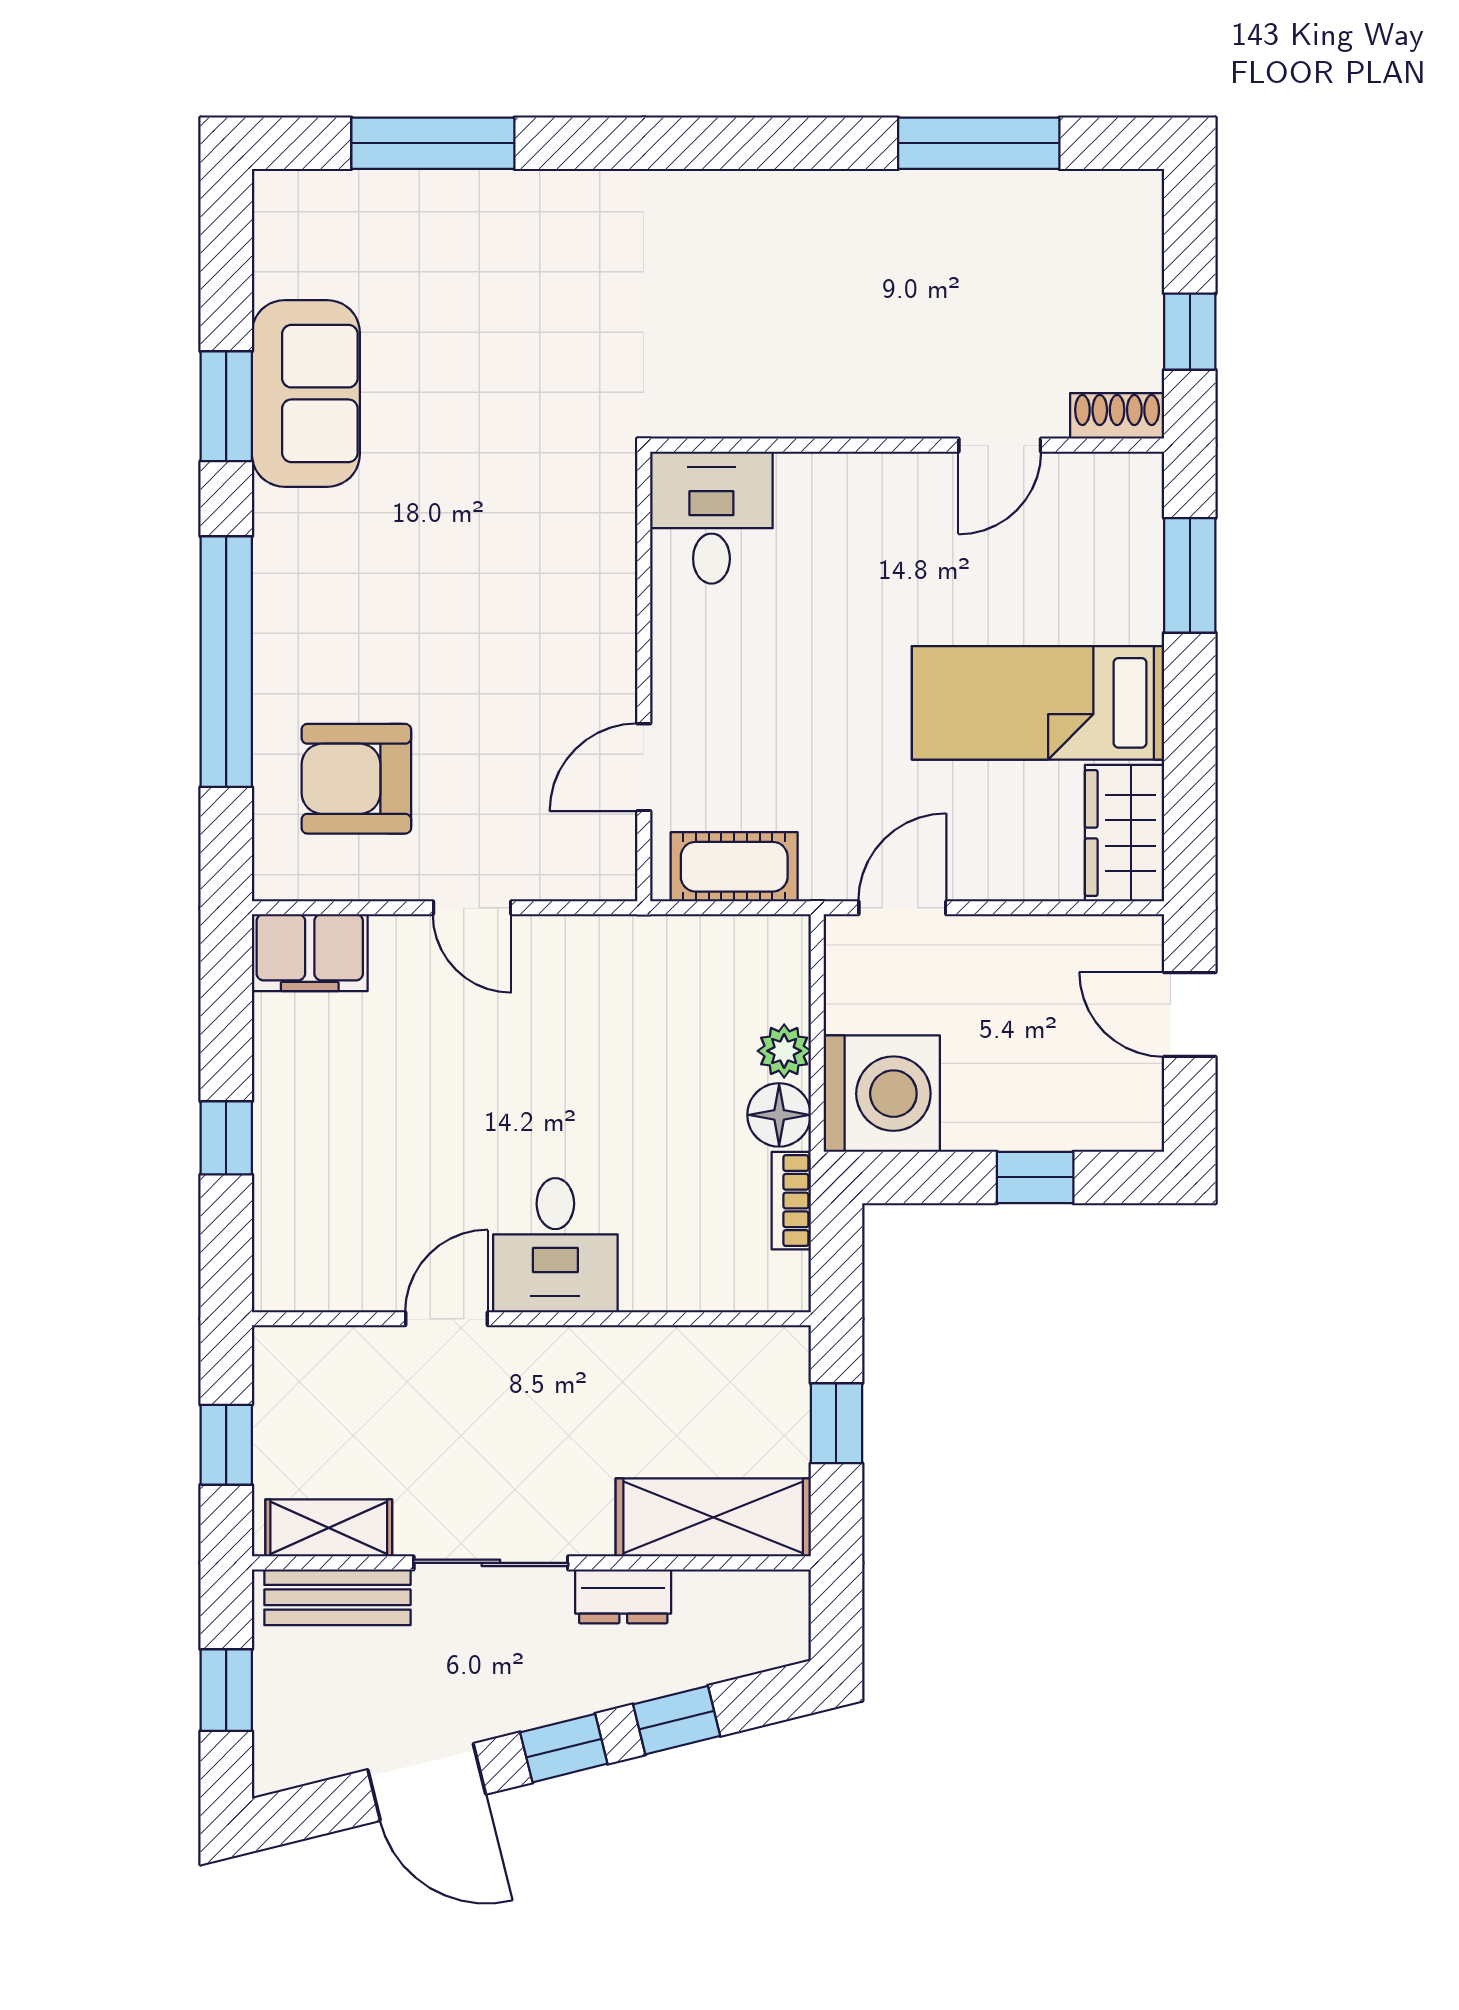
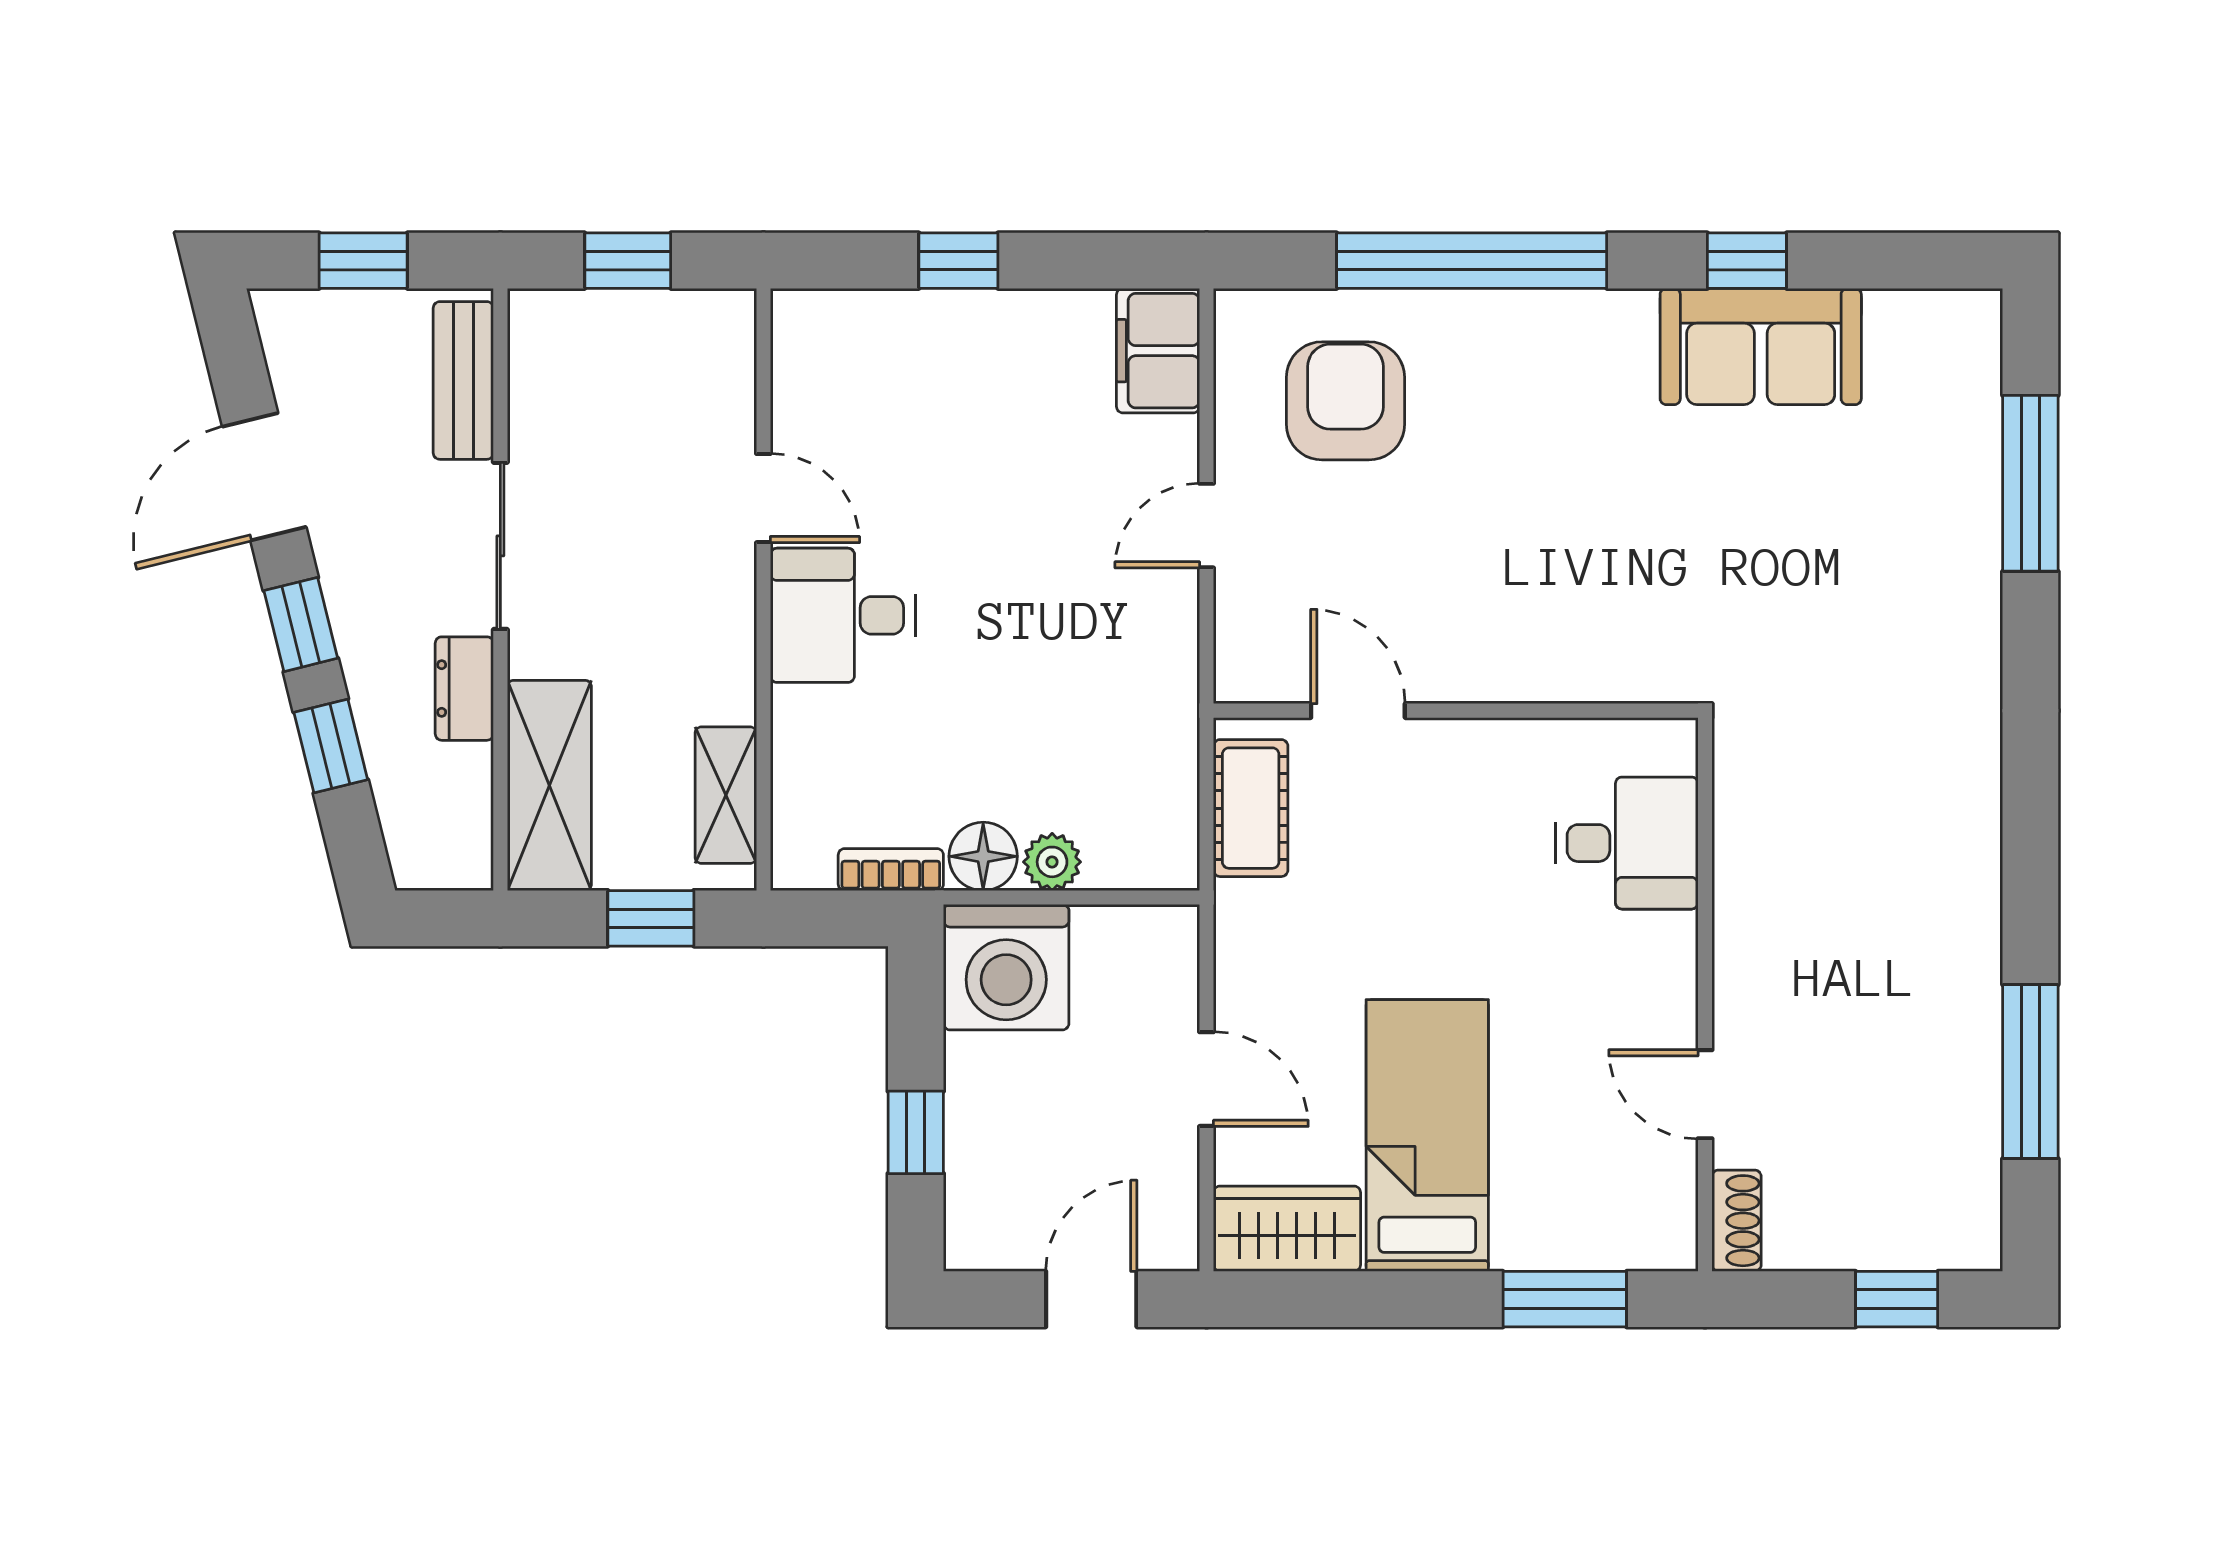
window: (1190, 332) -> (1897, 1299), moved
window: (226, 406) -> (1747, 261), width x0.67
desk: (711, 518) -> (1627, 843), moved
door: (902, 908) -> (1207, 1079), moved
shelving: (329, 1528) -> (726, 795), moved

